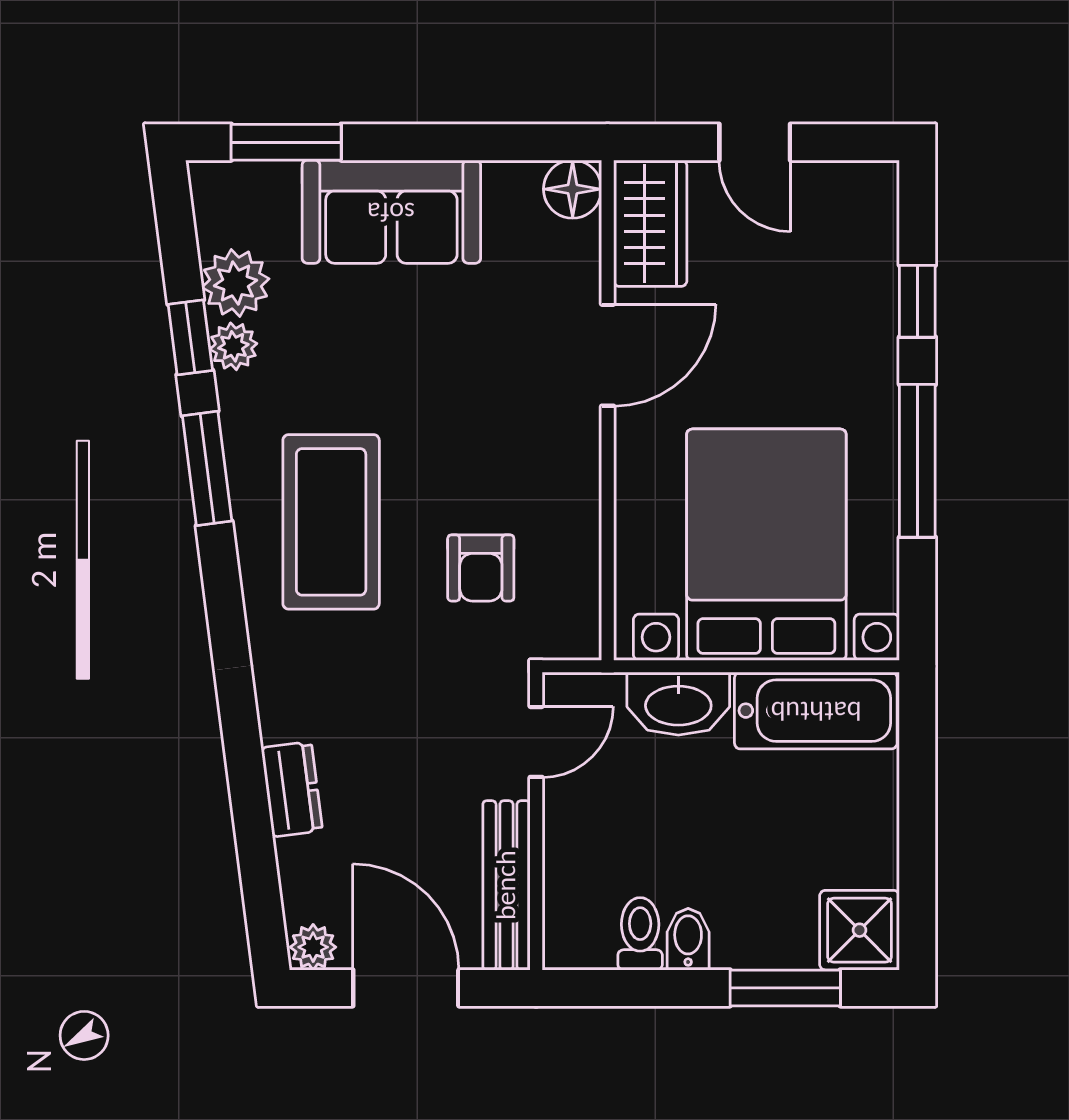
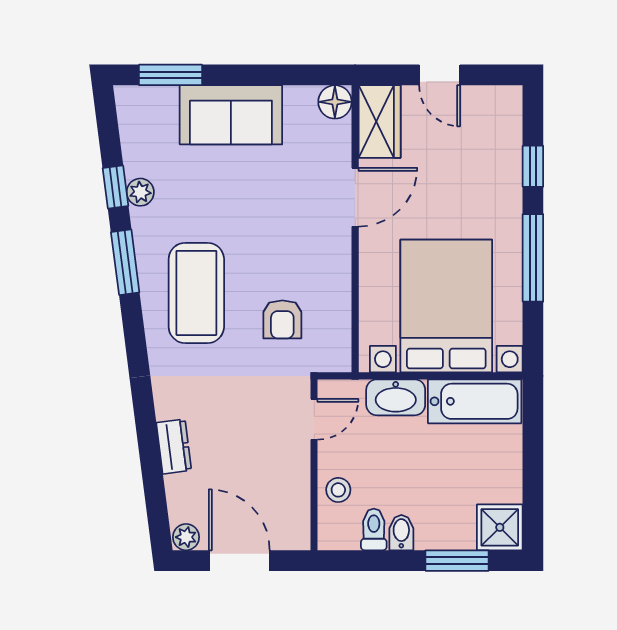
plant: (236, 283) -> (141, 156), removed
stool: (578, 865) -> (338, 490), added
bench: (506, 885) -> (297, 502), removed

